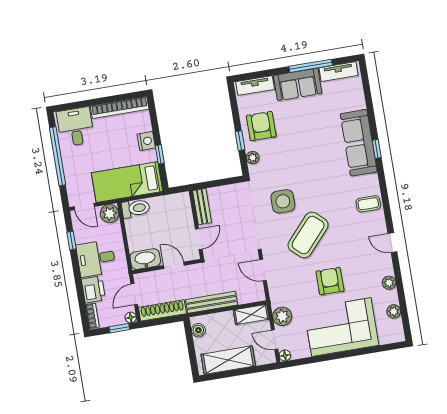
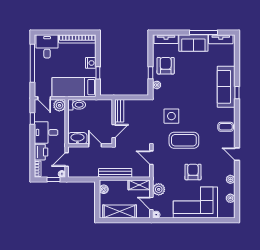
coffee table: (308, 235) -> (184, 140), turned 48
shoe rack: (162, 310) -> (83, 173), removed

